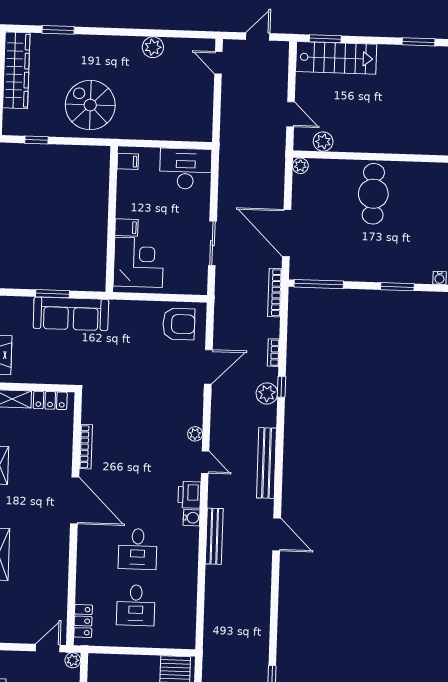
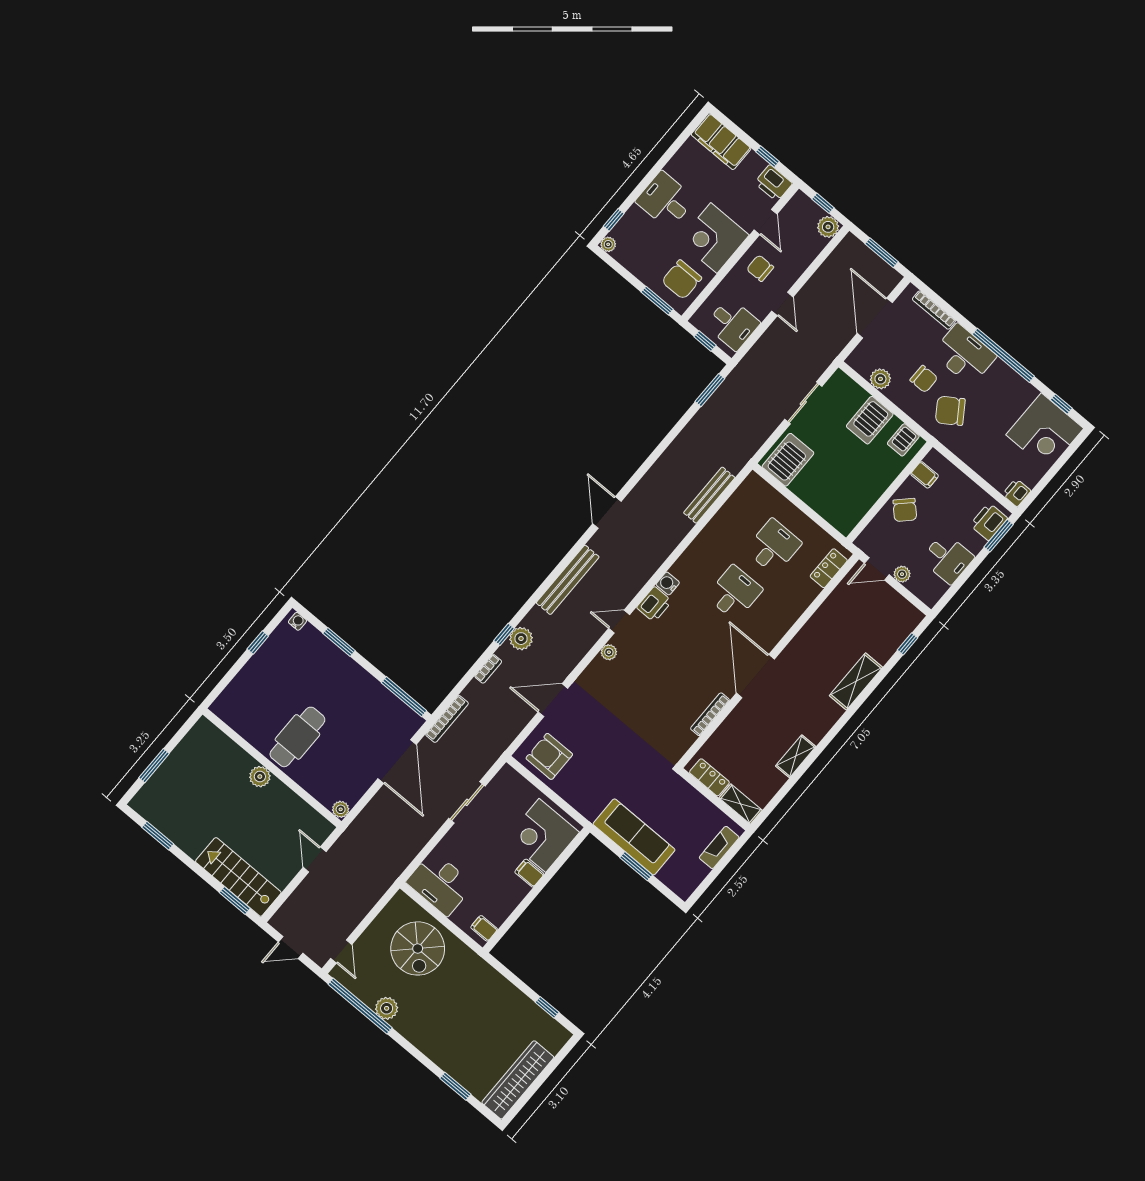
window: (174, 34) -> (360, 1006), added
spiral stairs: (90, 105) -> (418, 948), moved
plant: (323, 142) -> (260, 777), moved
door: (205, 462) -> (619, 622), hinge flipped
bench: (214, 536) -> (709, 495), moved
plant: (73, 660) -> (902, 574), moved

